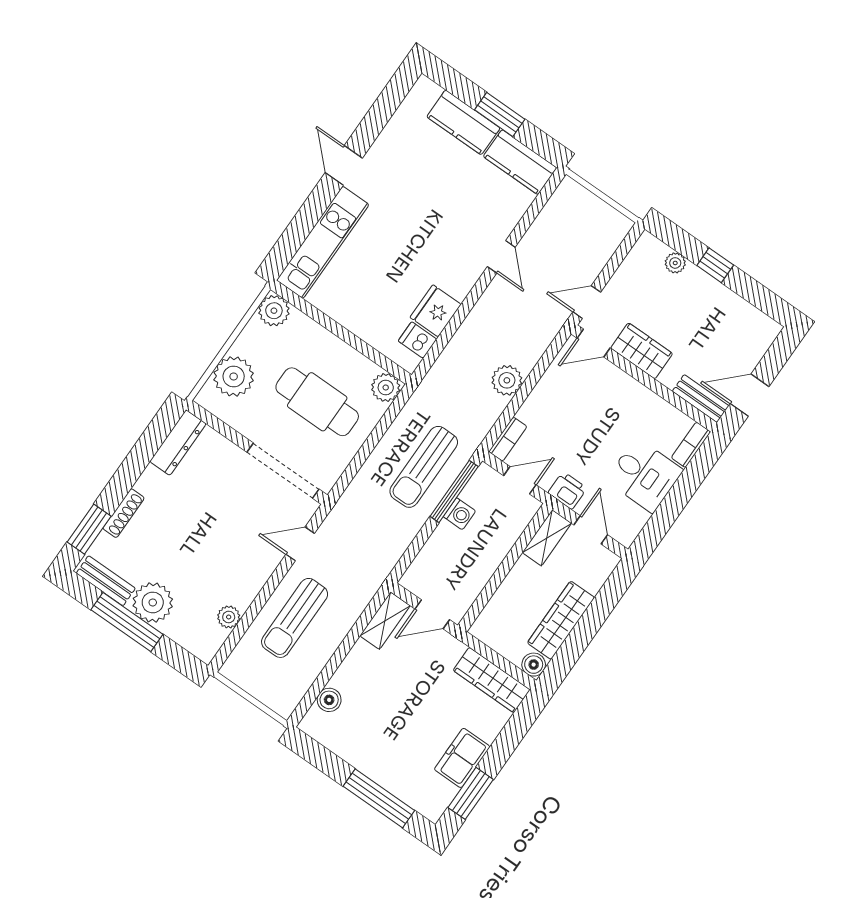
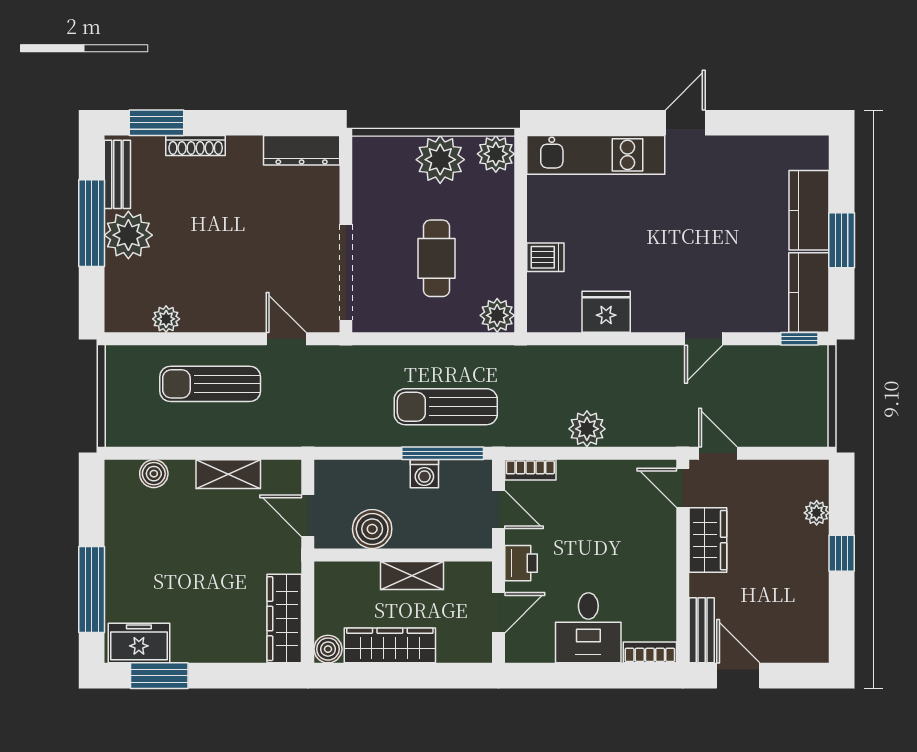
window: (547, 191) -> (799, 339), added
dishwasher: (418, 340) -> (545, 257), moved, turned 90
plant: (234, 376) -> (440, 160), moved
cafe table: (317, 402) -> (436, 258), width x0.73, depth x0.74
shelving: (547, 538) -> (412, 575), moved
boiler: (472, 576) -> (372, 529), added
shelving: (385, 621) -> (228, 474), moved
freezer: (462, 758) -> (139, 643), moved

